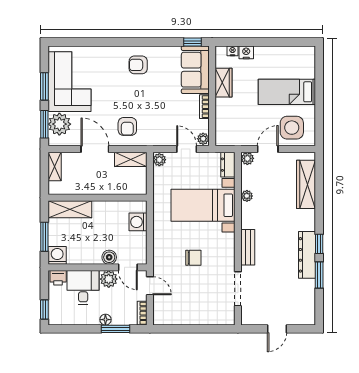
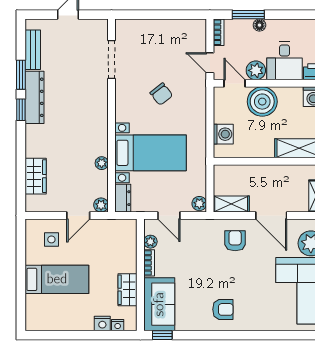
side table: (292, 128) -> (51, 239), width x0.54, depth x0.54
plant: (203, 139) -> (150, 242), moved
wardrobe: (306, 184) -> (36, 176), width x0.67
bench: (248, 247) -> (33, 50), moved
boiler: (109, 257) -> (262, 102), width x1.86, depth x1.86
chair: (193, 258) -> (161, 94), turned -128

